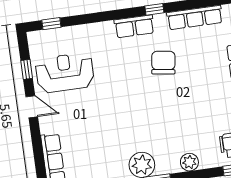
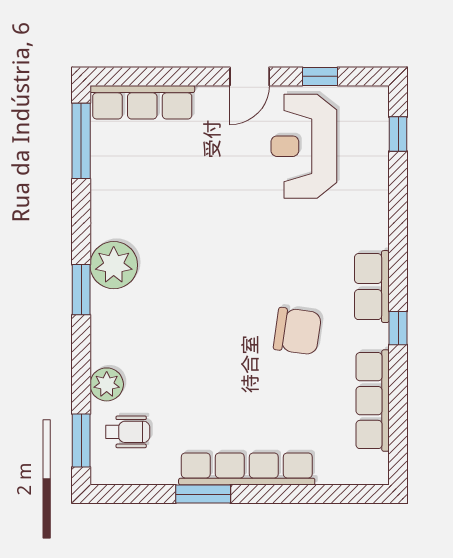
reception desk: (65, 73) -> (304, 146), turned 180
plant: (189, 162) -> (107, 384), moved

